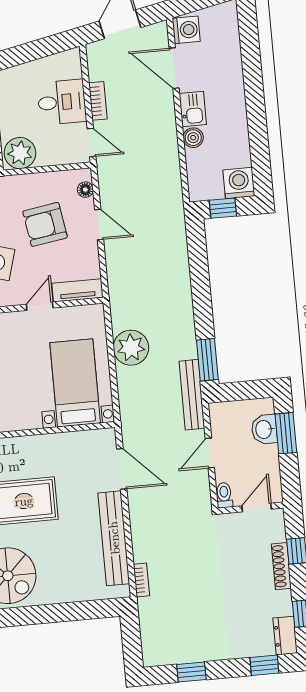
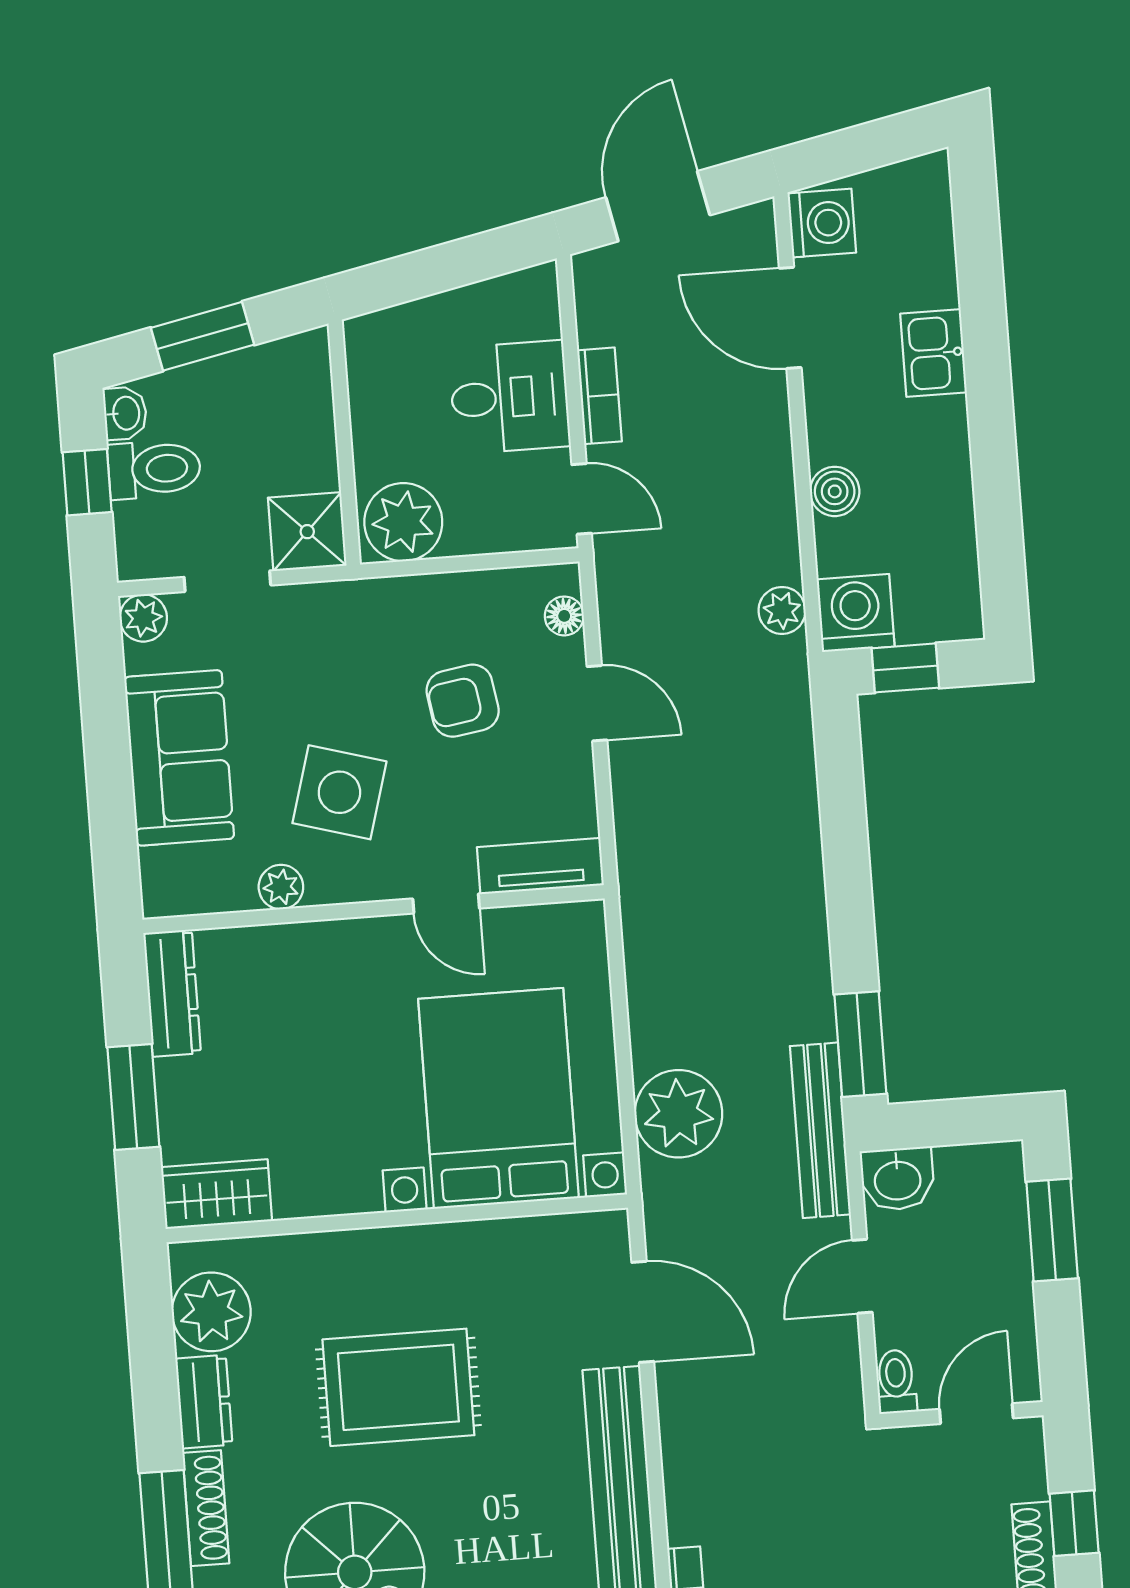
kitchen sink: (193, 109) -> (934, 353), moved, turned 180
washing machine: (239, 183) -> (856, 613), moved
plant: (173, 186) -> (782, 610), added
armchair: (45, 224) -> (463, 701), width x0.72, depth x0.72
door: (40, 306) -> (446, 904), swing flipped
plant: (131, 348) -> (678, 1114), moved
bed with nightstands: (75, 383) -> (499, 1098), width x1.36
washbasin: (264, 429) -> (897, 1179), moved, turned -90

